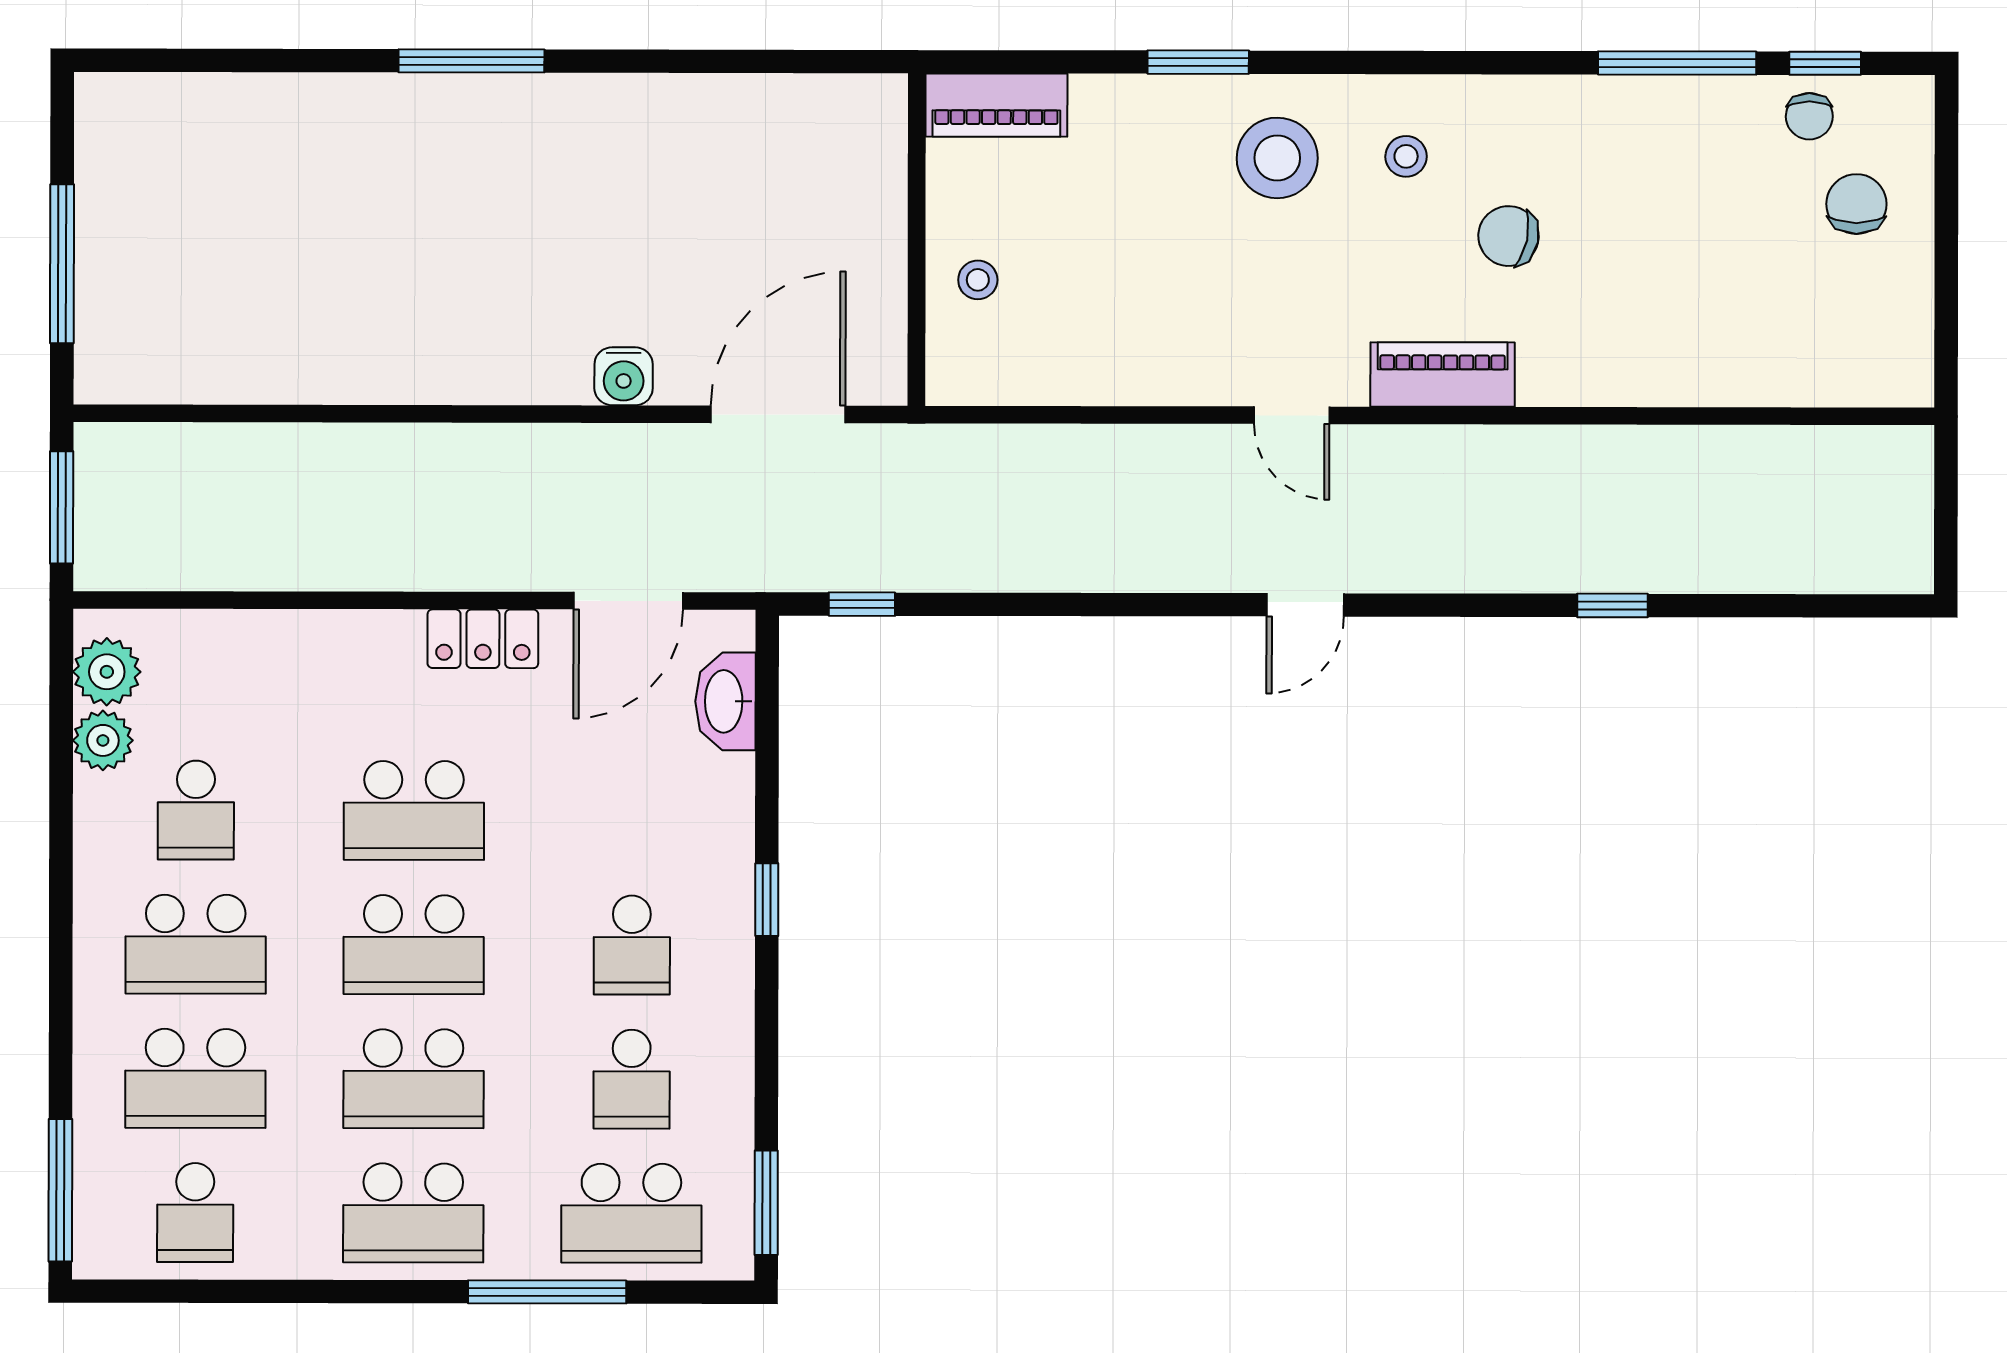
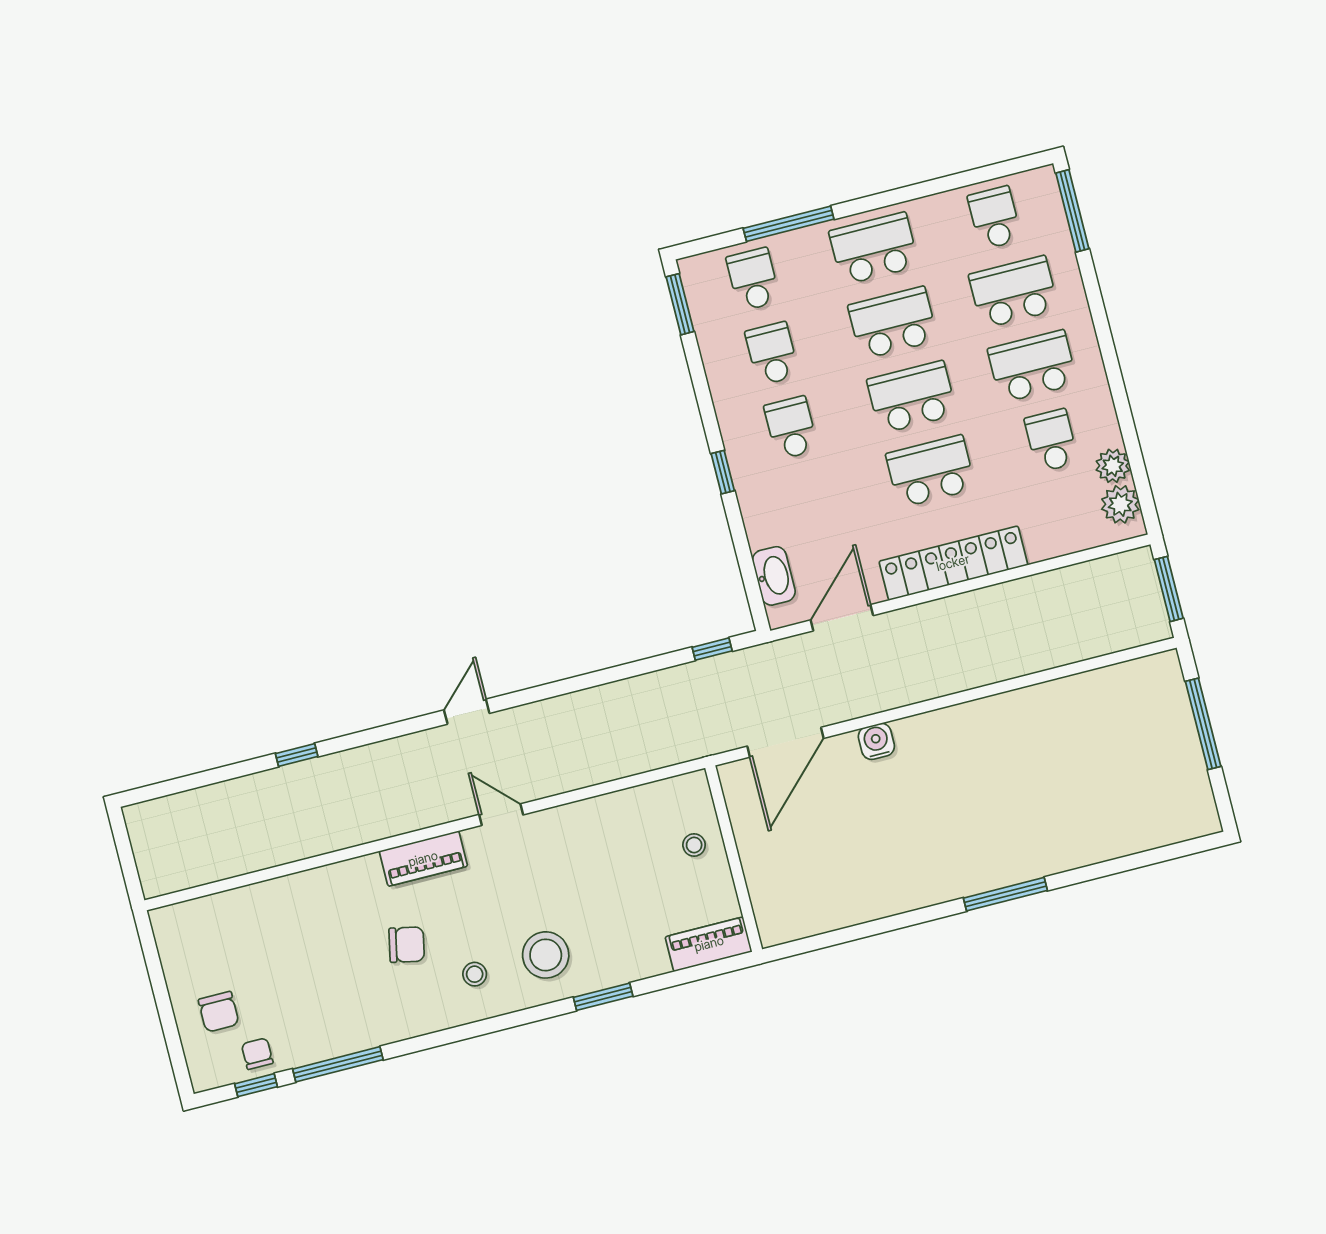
locker: (483, 639) -> (953, 563), width x2.16, depth x1.21
school desk: (631, 1213) -> (753, 279), width x0.54

